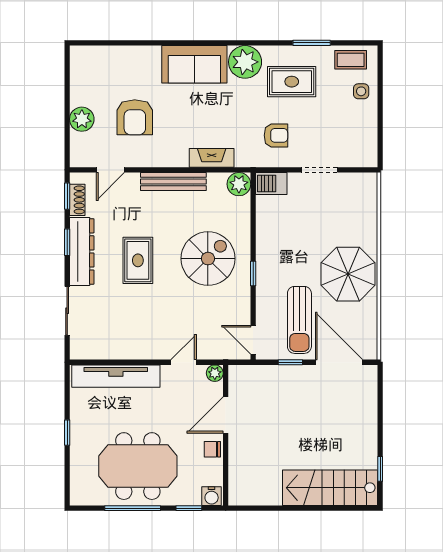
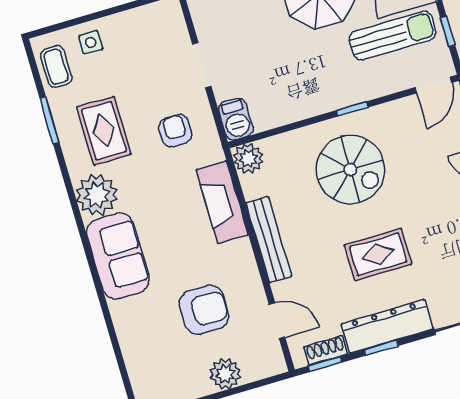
fireplace: (212, 158) -> (222, 202), width x1.37, depth x1.32
spiral stairs: (208, 259) -> (350, 169), turned 180

